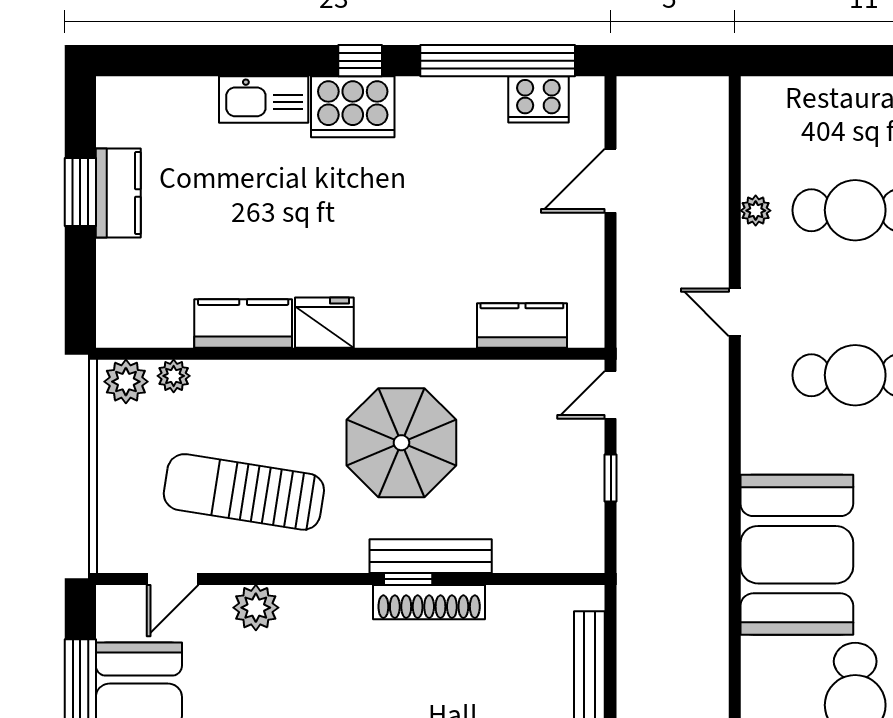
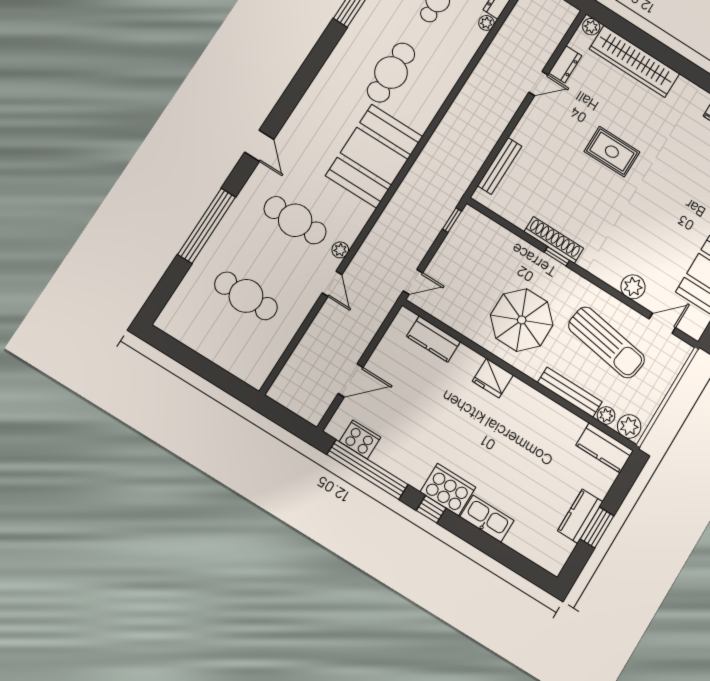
plant: (756, 211) -> (340, 250), moved
fridge: (324, 323) -> (493, 378), moved
kitchen counter: (243, 324) -> (605, 448), moved
window: (611, 478) -> (452, 220), moved
bench: (431, 556) -> (570, 392), moved

